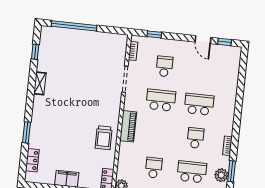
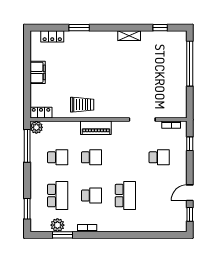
school desk: (161, 100) -> (92, 157), moved, width x0.54
trolley: (104, 138) -> (82, 105), turned 180

